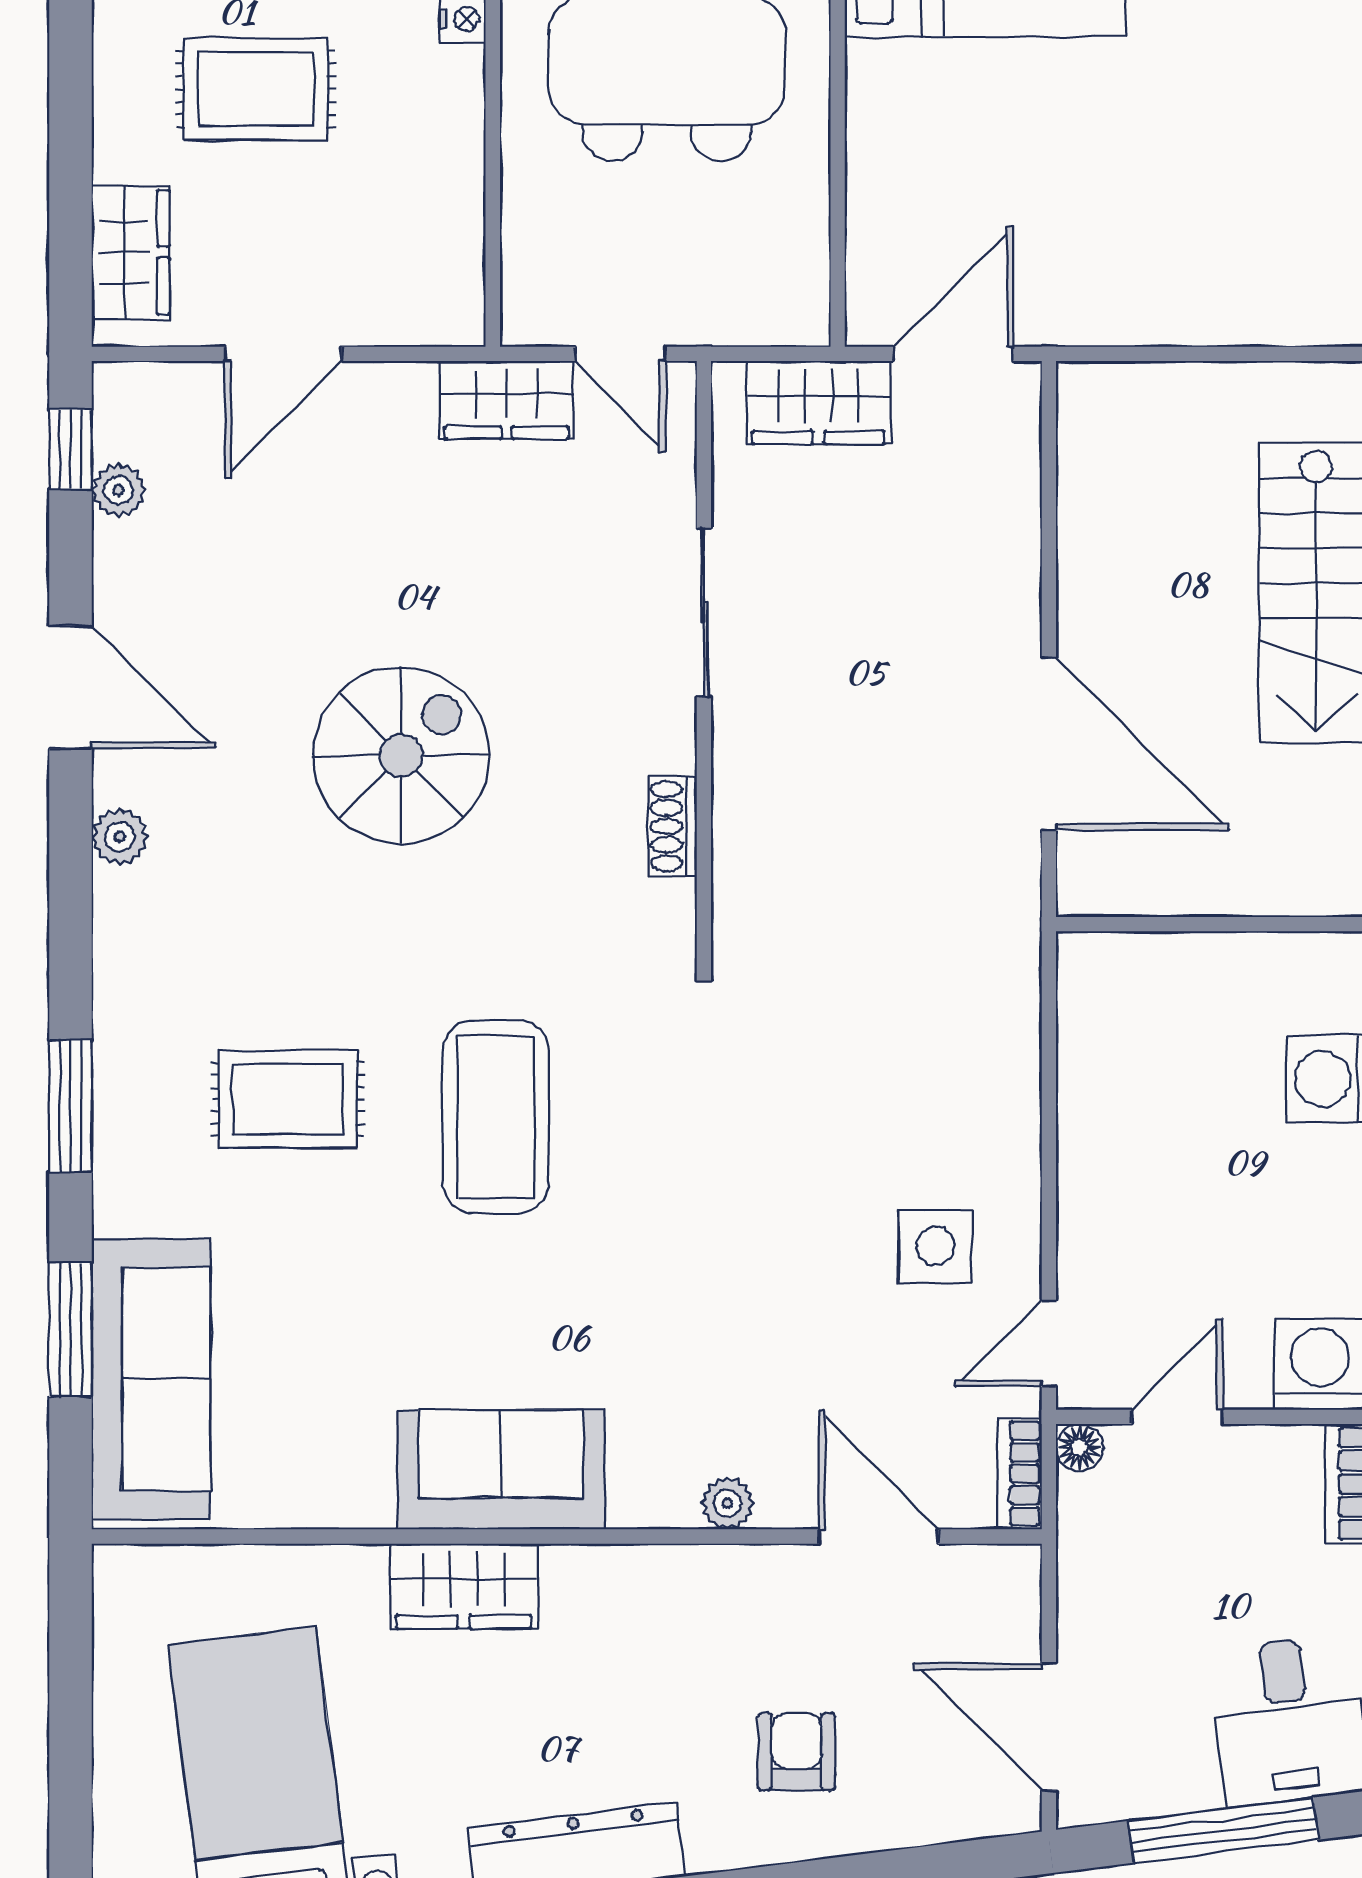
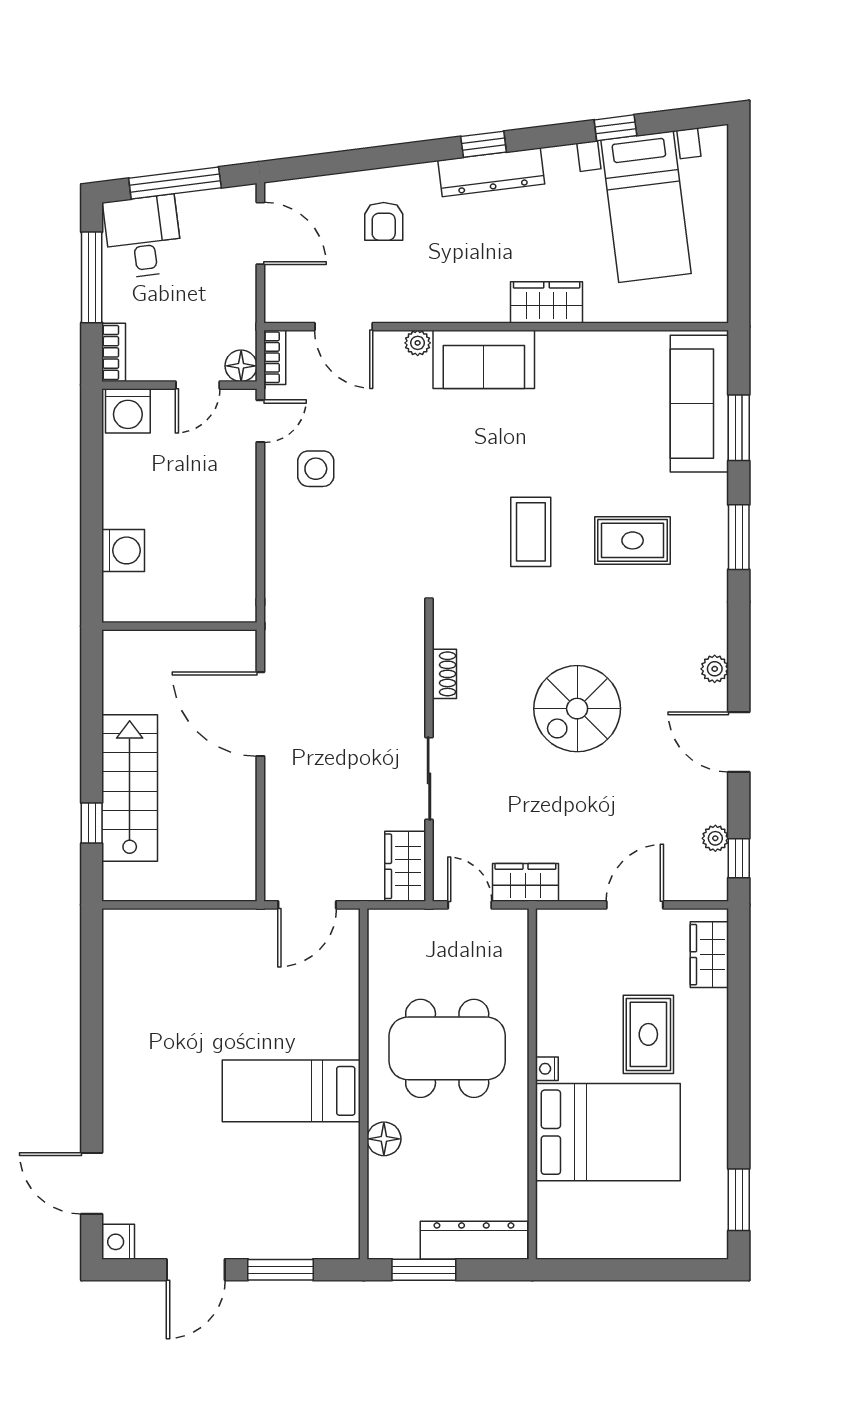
rug: (255, 89) -> (648, 1034), turned 90
wardrobe: (818, 403) -> (405, 866), moved, turned -90
coffee table: (496, 1117) -> (531, 532), width x0.73, depth x0.76
floor lamp: (1080, 1448) -> (241, 366), width x1.37, depth x1.37
sofa: (501, 1470) -> (484, 359), moved

